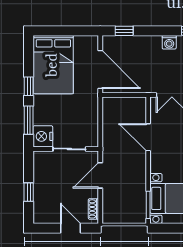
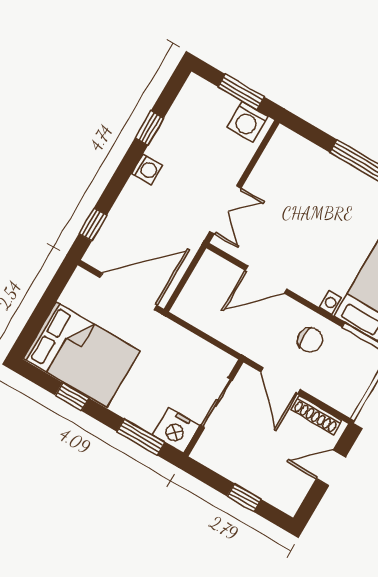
window: (29, 86) -> (72, 397), moved
chair: (130, 178) -> (310, 340), added
shoe rack: (93, 209) -> (316, 415), width x1.43

